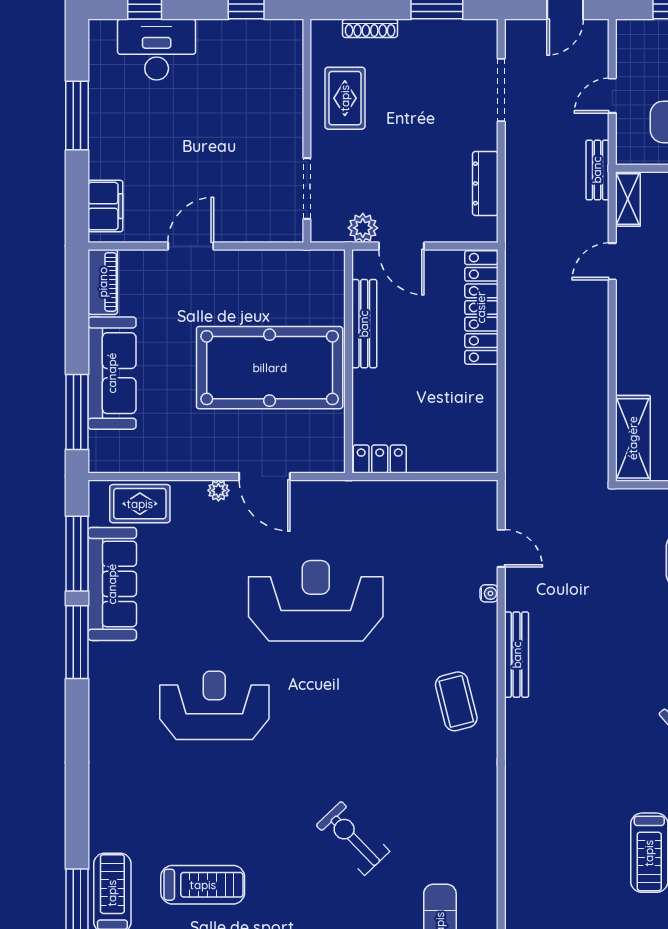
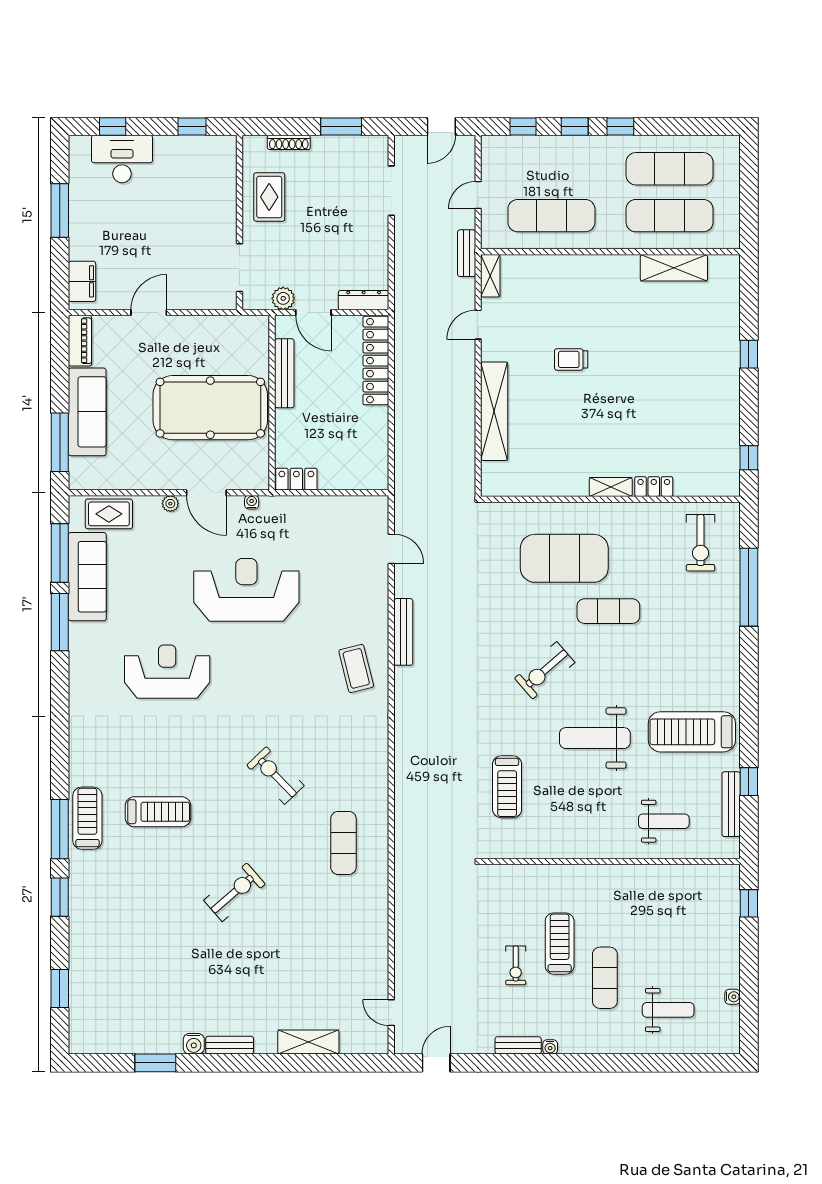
dresser: (485, 183) -> (364, 300), moved, turned 90
shelving: (633, 438) -> (494, 411), moved, width x1.47
water cooler: (489, 593) -> (252, 502), moved, turned -90

